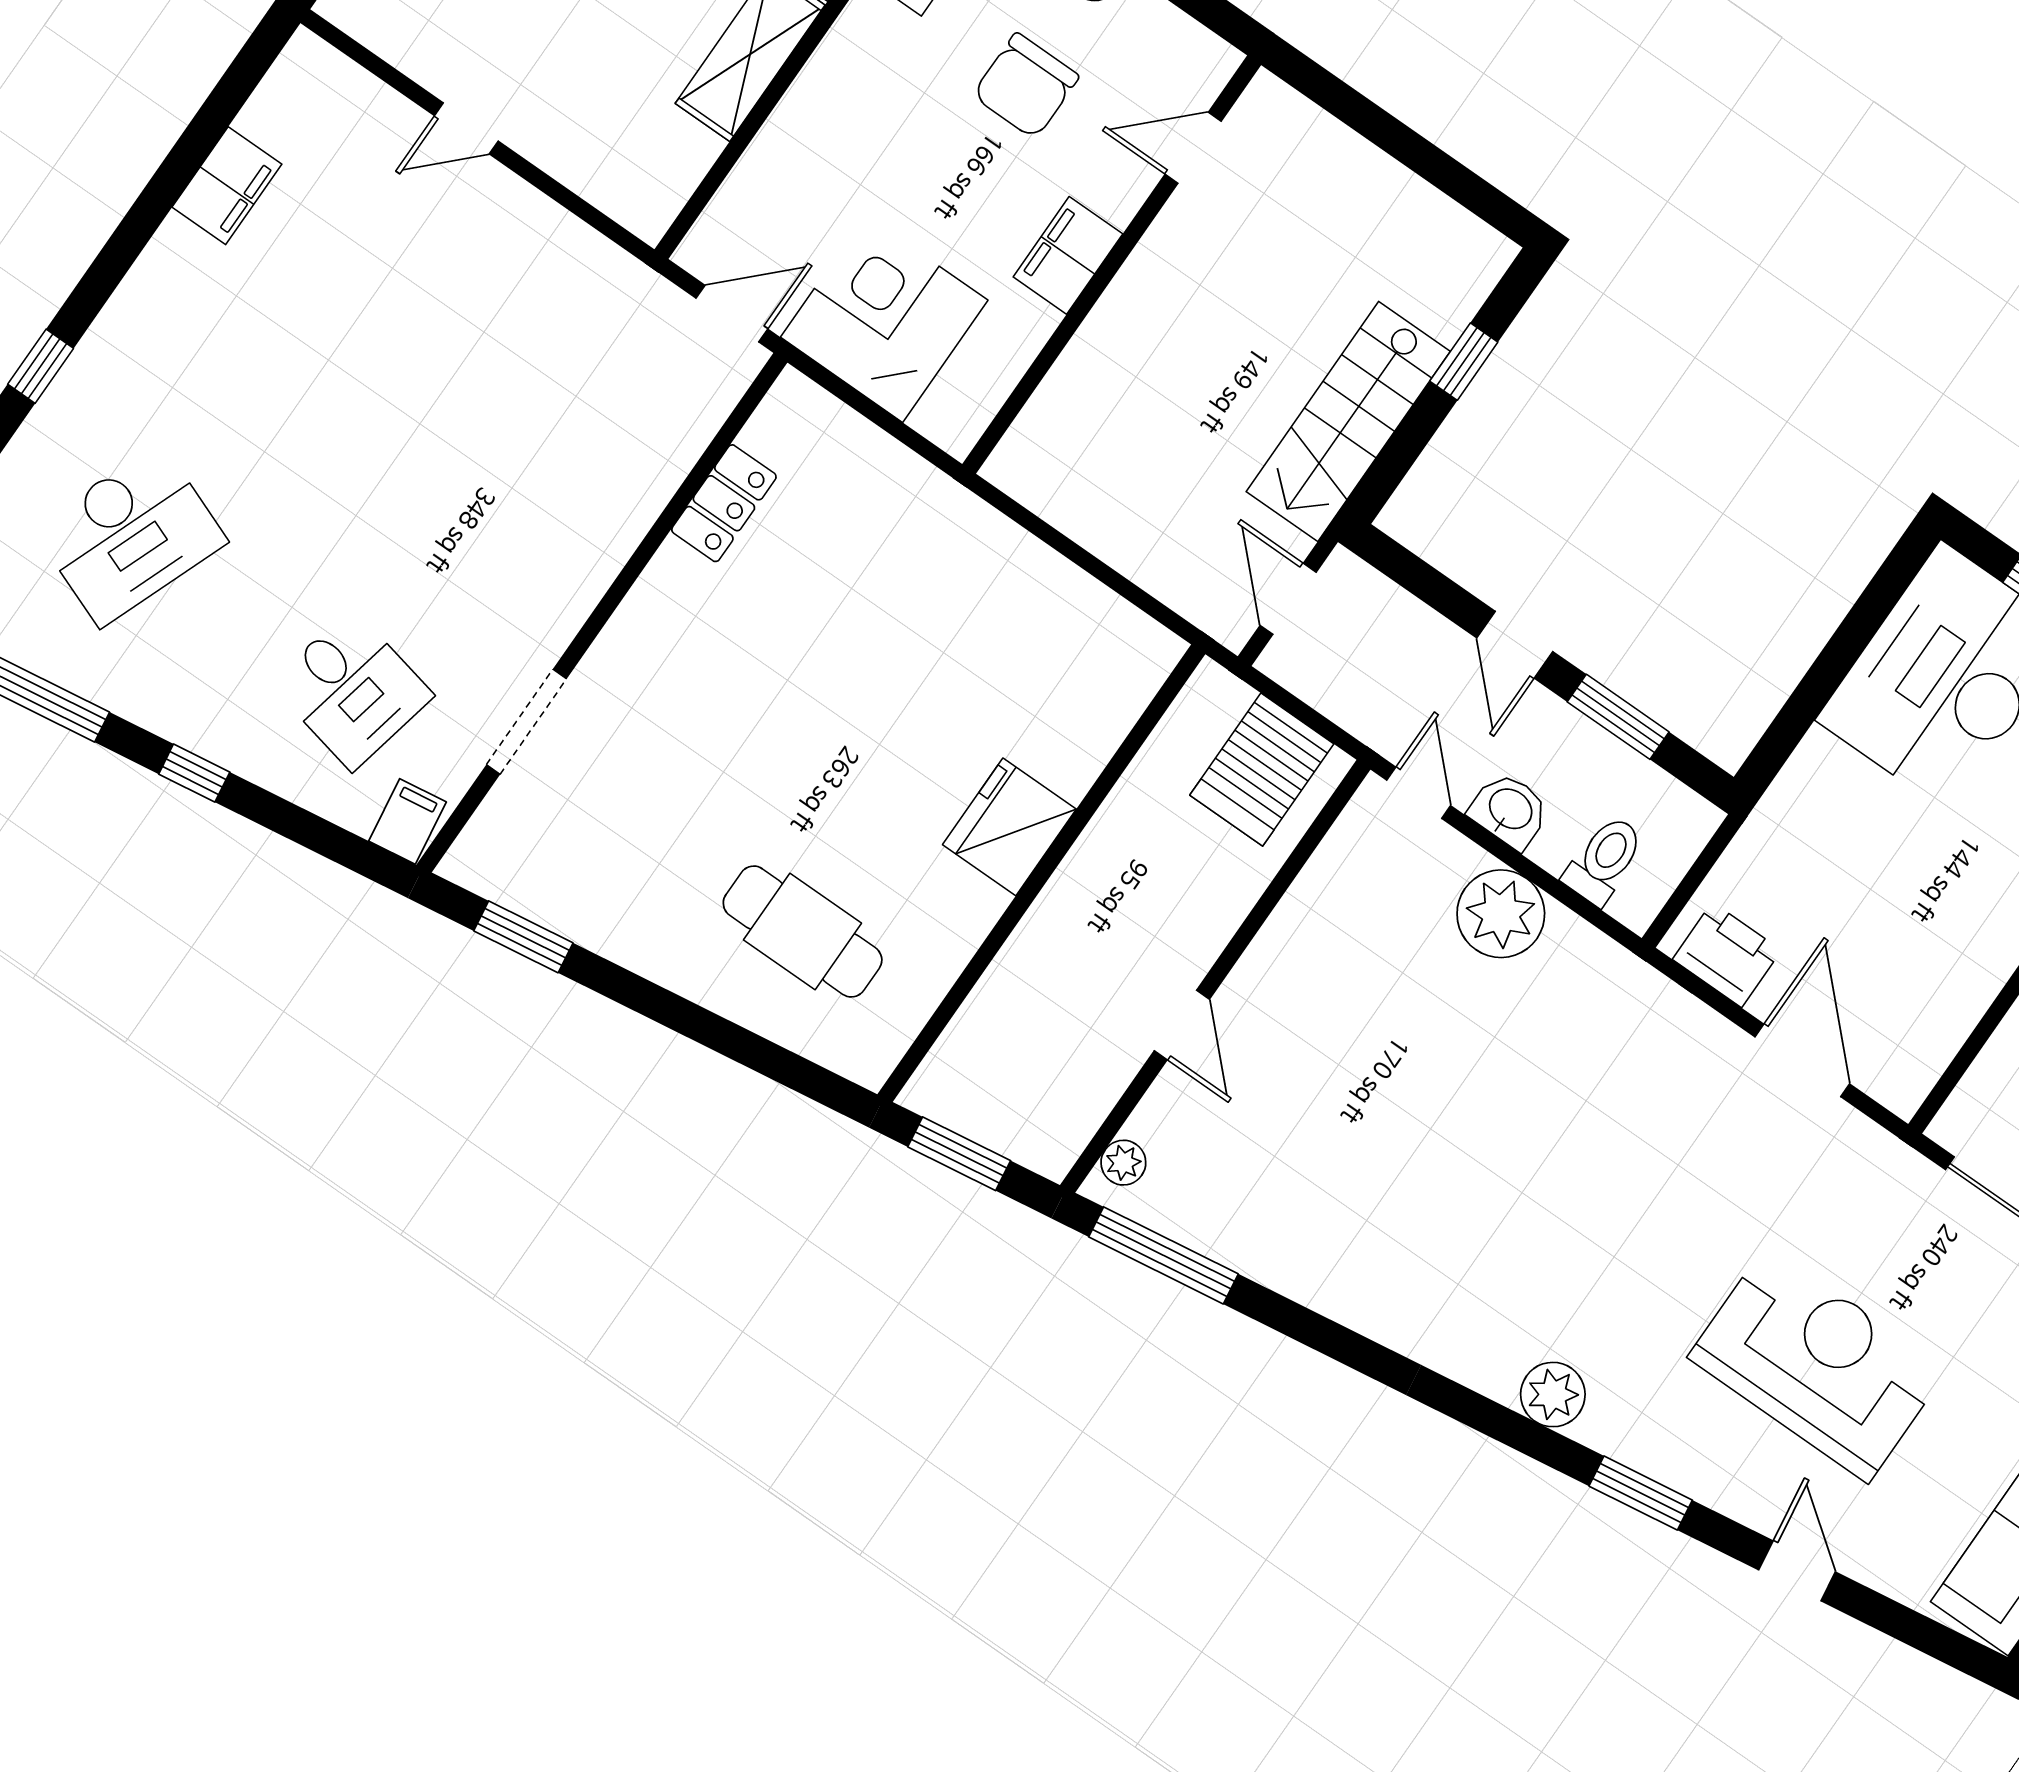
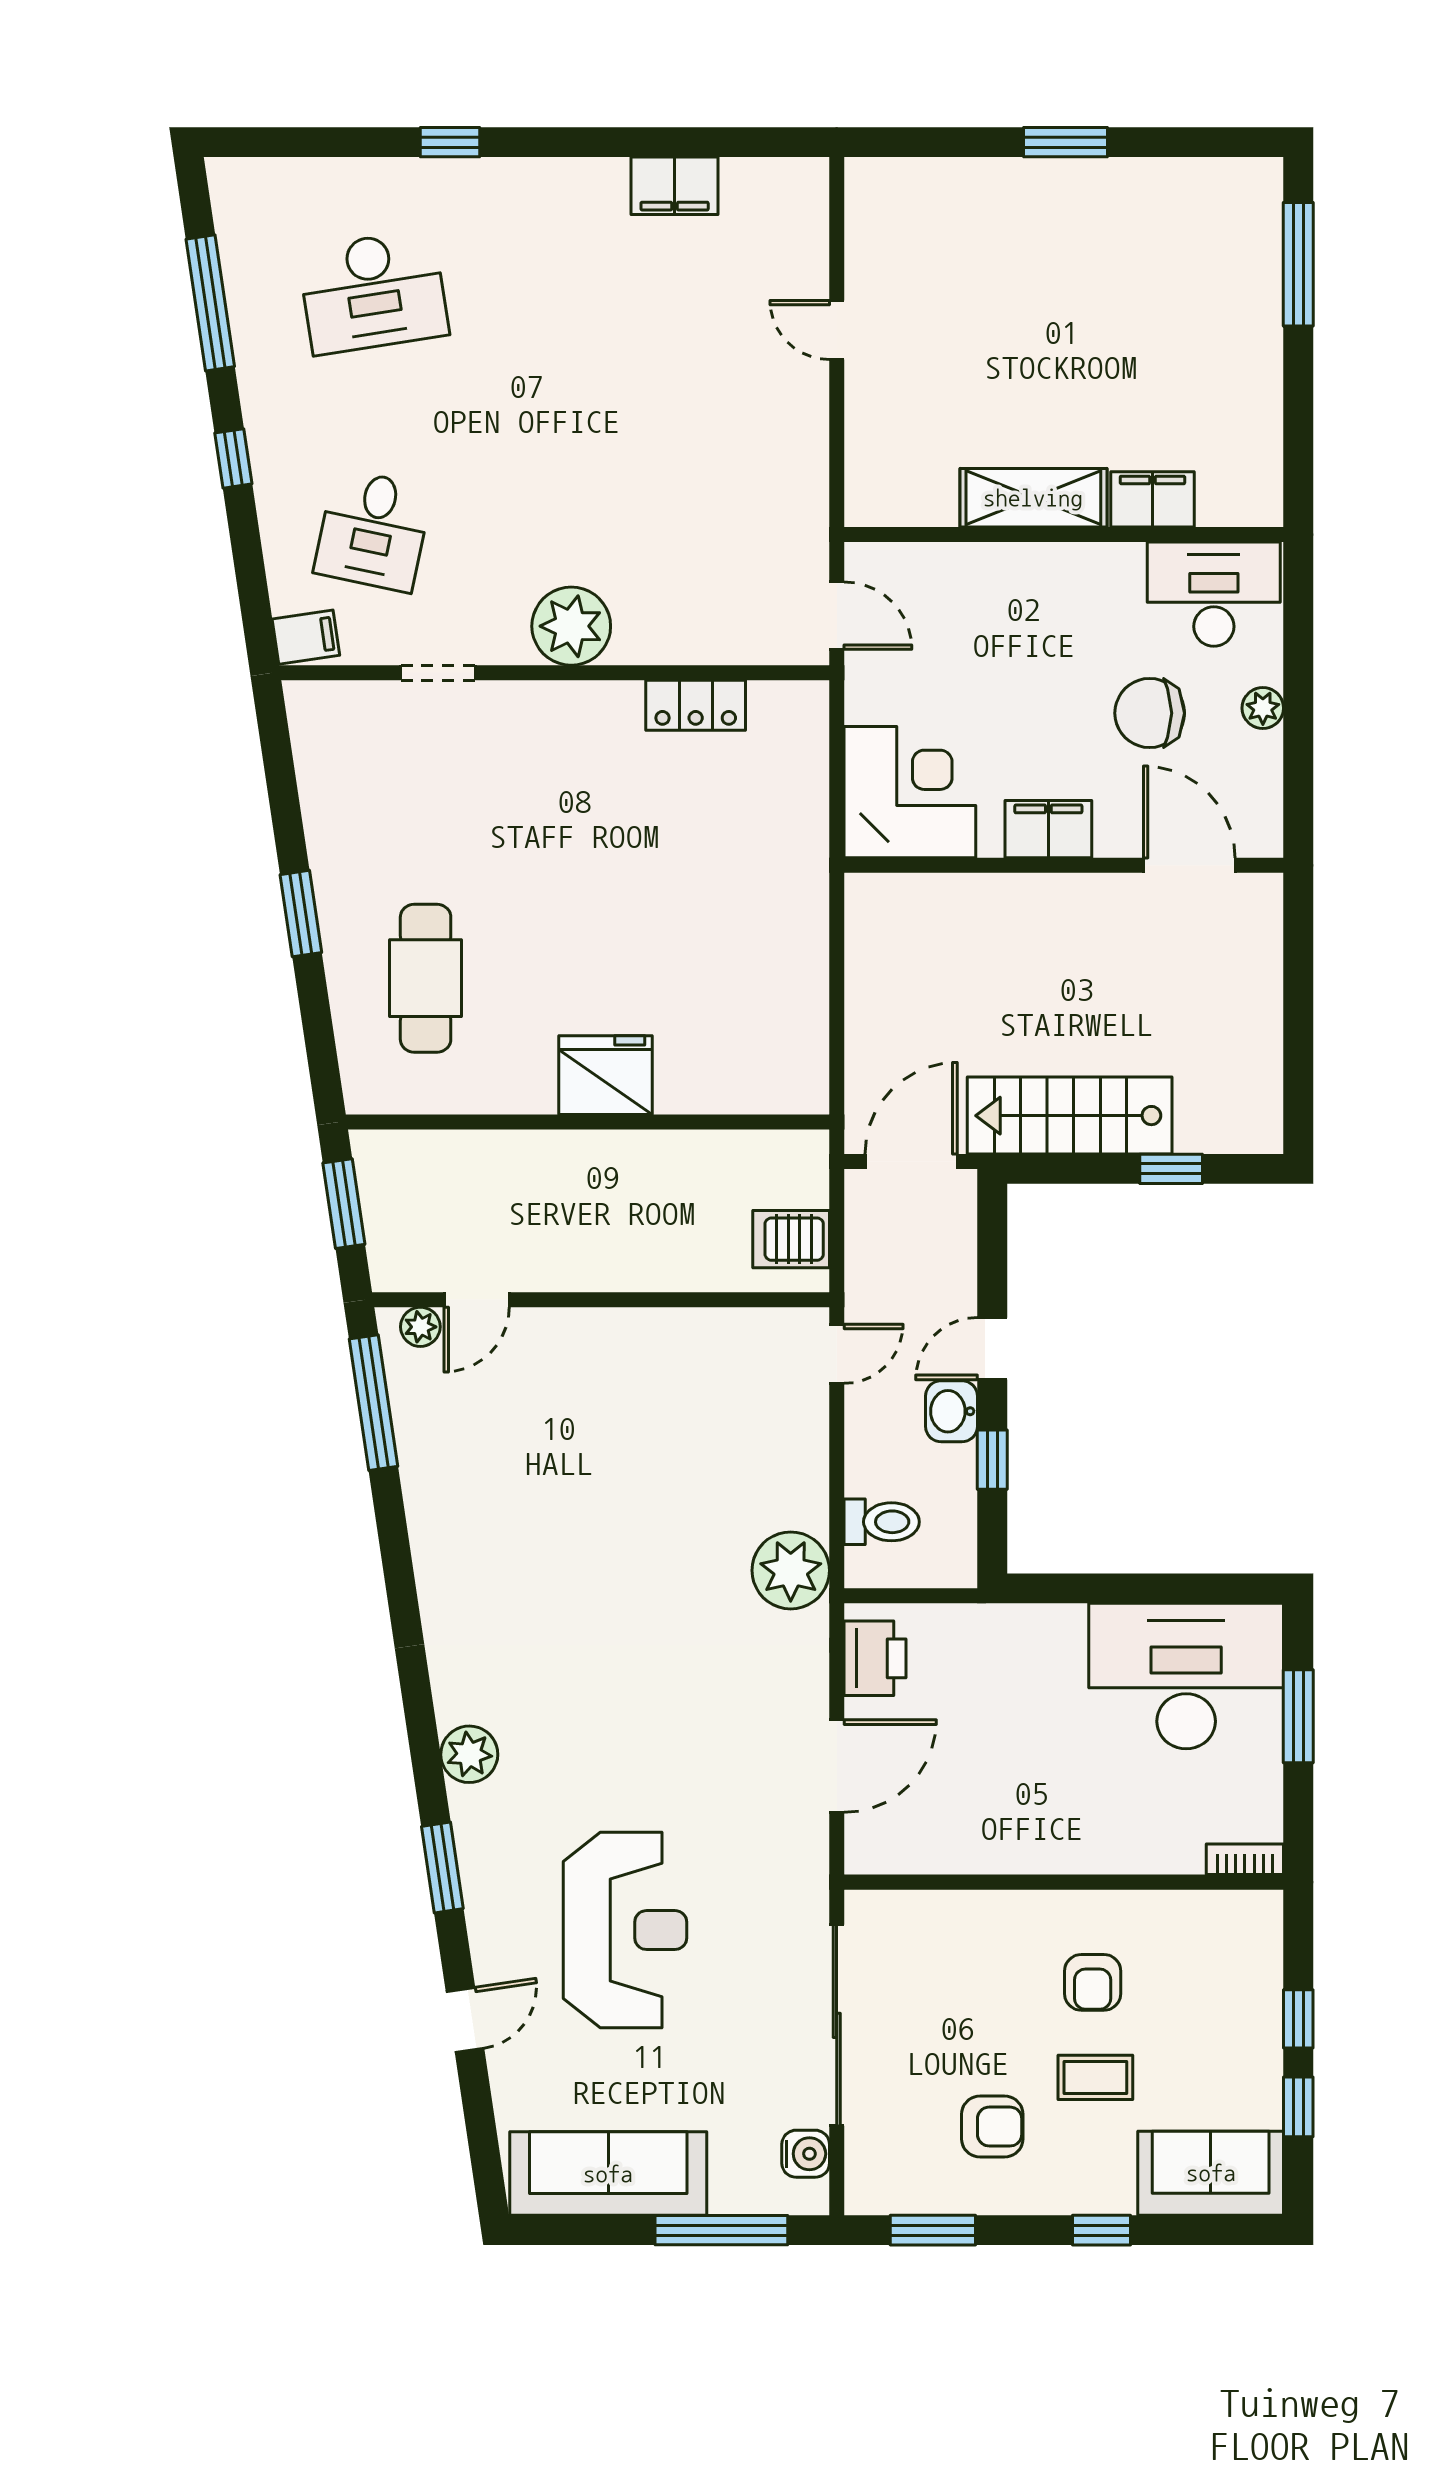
door: (1193, 148) -> (1189, 865), width x1.38
corner desk: (884, 319) -> (910, 792), moved
desk: (130, 535) -> (373, 292), turned -30
plant: (570, 568) -> (571, 626), added
door: (1288, 599) -> (911, 1161), width x1.38
window: (1618, 717) -> (992, 1460), width x0.67
doorway: (526, 722) -> (438, 673), width x0.73
server rack: (1262, 770) -> (791, 1239), width x0.73, depth x0.70
washbasin: (1510, 810) -> (951, 1411), moved, turned 180
plant: (1501, 914) -> (791, 1570), moved
window: (523, 937) -> (301, 914), moved
door: (1182, 1025) -> (477, 1300), moved

